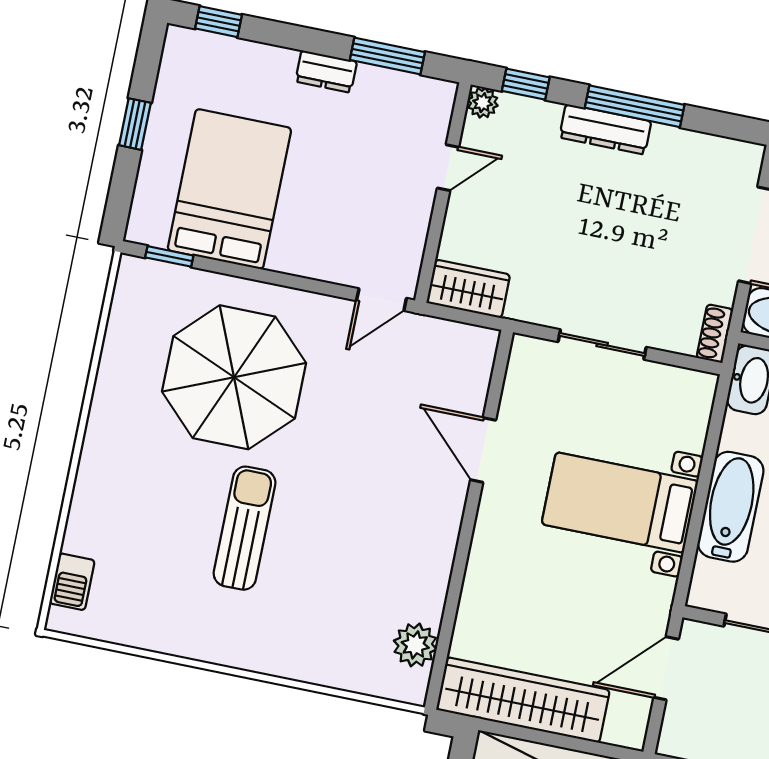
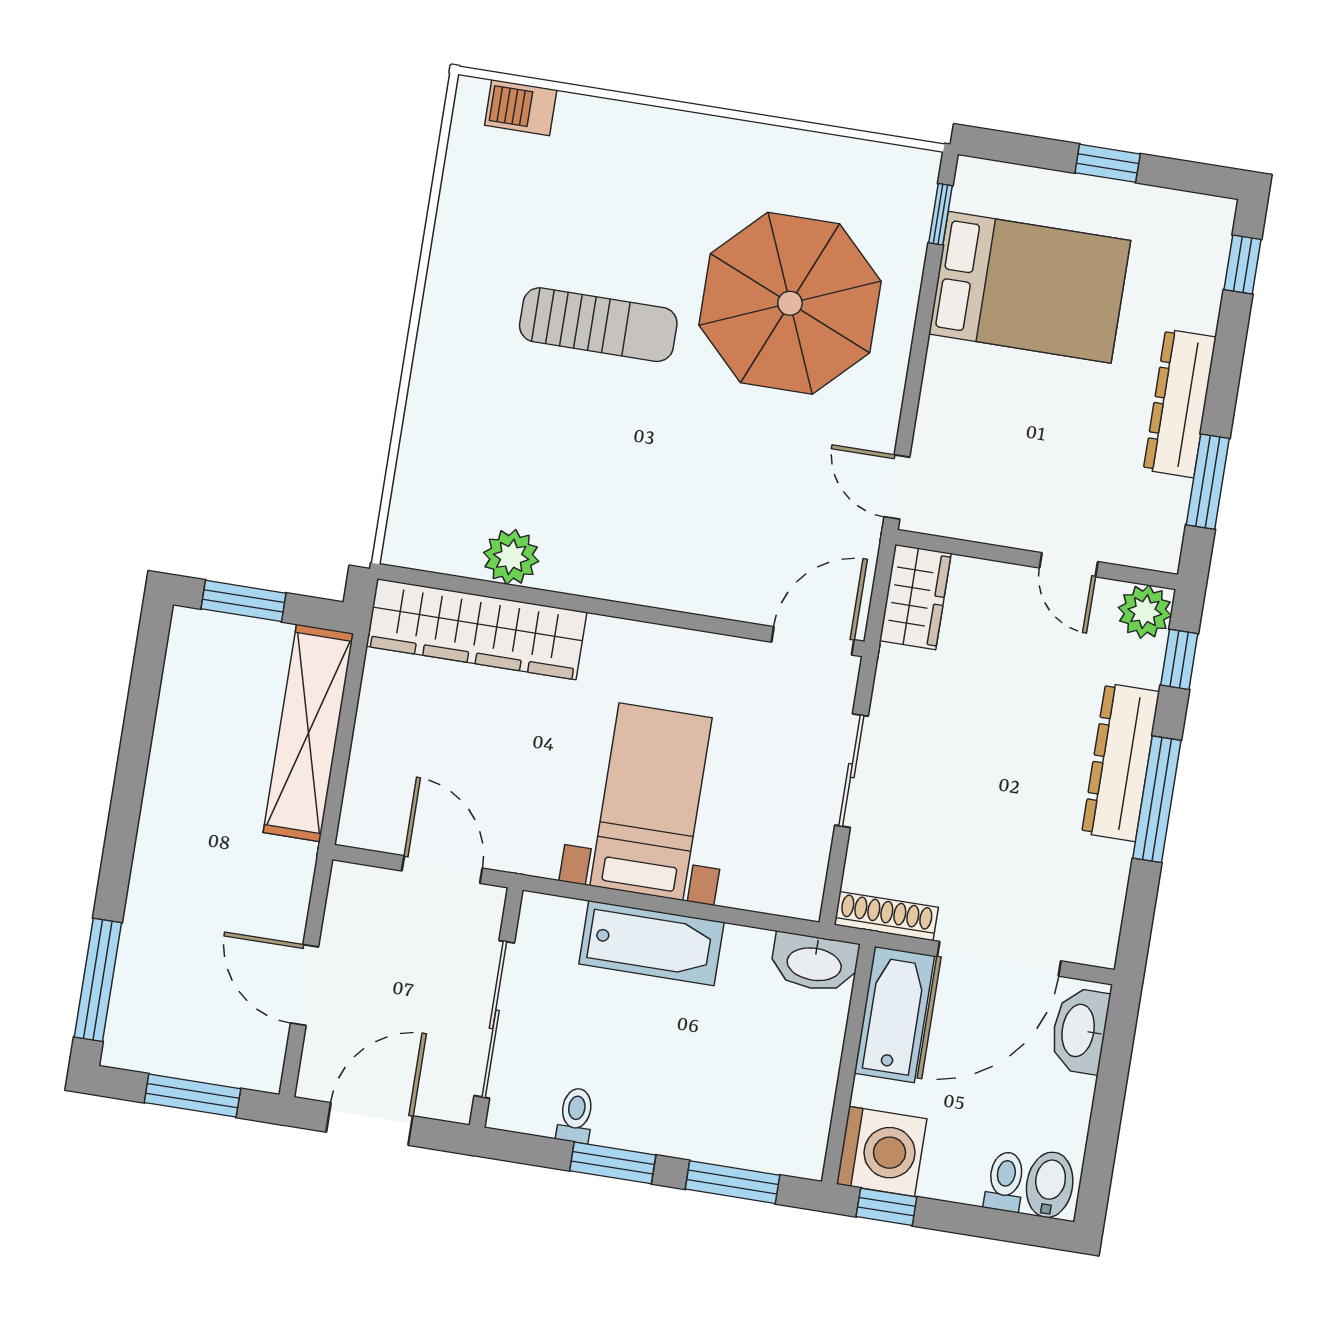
dresser: (326, 71) -> (1180, 403), width x1.96, depth x1.24
plant: (483, 103) -> (1145, 612), width x1.38, depth x1.38
dresser: (605, 129) -> (1121, 762), width x1.37, depth x1.24
shoe rack: (715, 334) -> (886, 916), width x1.43
door: (483, 450) -> (813, 641), moved
plant: (415, 645) -> (511, 557), moved
wardrobe: (523, 700) -> (476, 629), moved, turned 90

